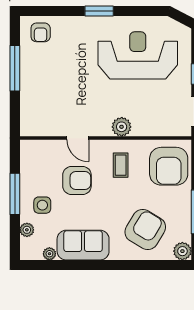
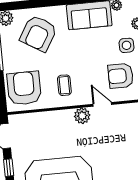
plant: (122, 127) -> (82, 116), moved
armchair: (77, 181) -> (121, 76), moved

